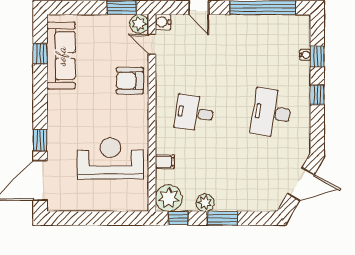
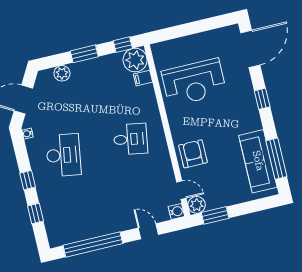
window: (40, 54) -> (276, 159), width x2.17
water cooler: (305, 55) -> (27, 134), moved
armchair: (130, 81) -> (193, 154), turned -90
window: (40, 140) -> (262, 99), moved
filing cabinet: (165, 162) -> (143, 78), moved
plant: (205, 203) -> (62, 73), moved

